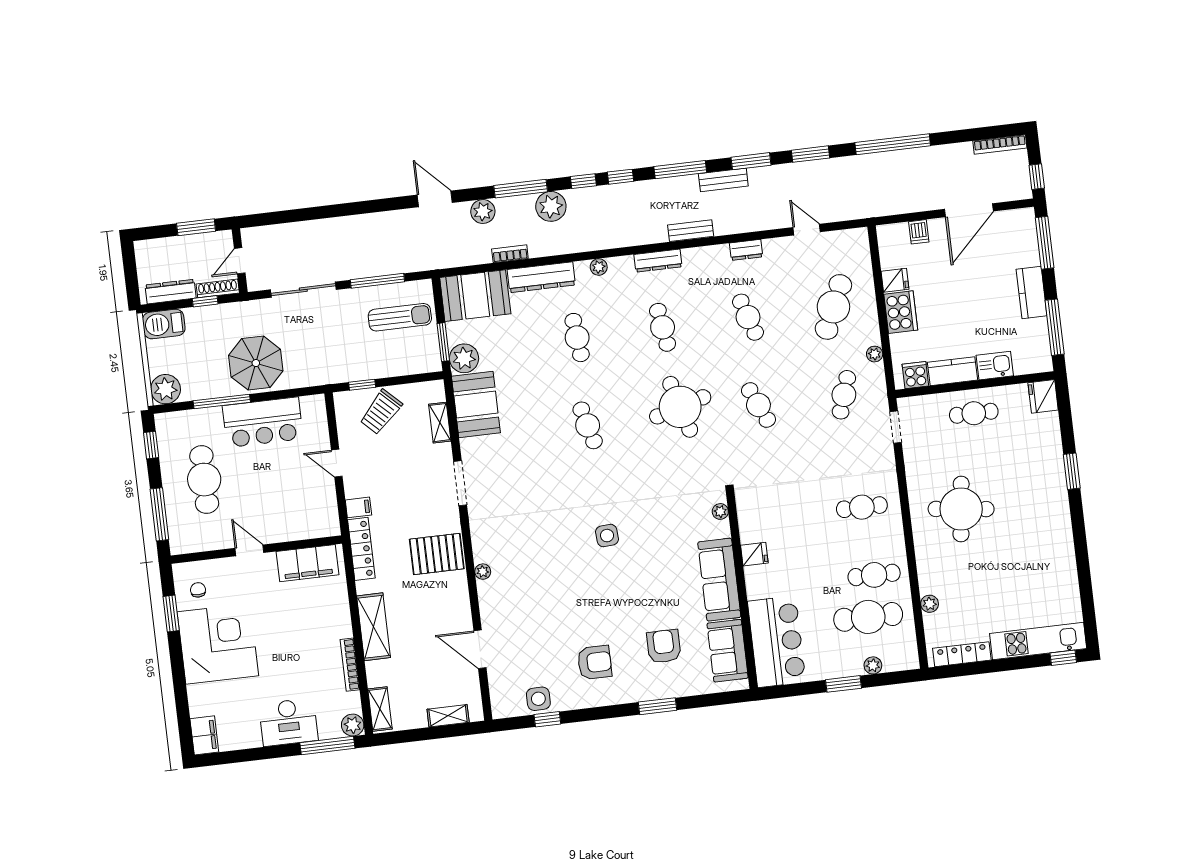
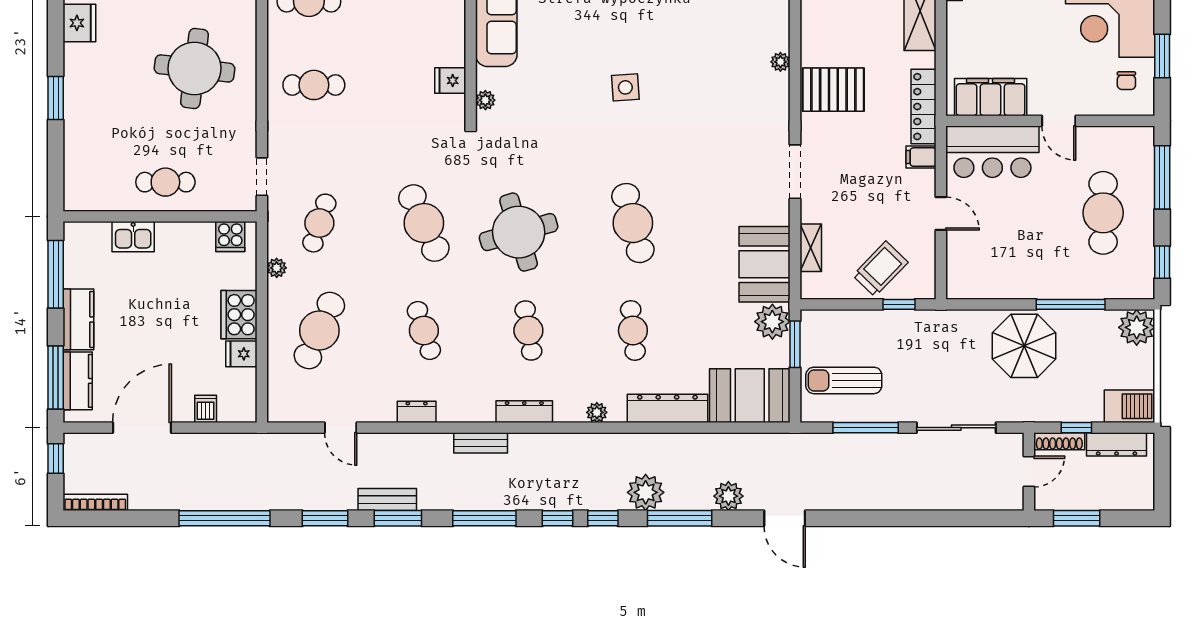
bench: (723, 180) -> (387, 500), moved
bookcase: (510, 254) -> (702, 441), removed
kitchen counter: (952, 371) -> (78, 381), moved, turned -90
fridge: (1043, 396) -> (79, 23), moved
cafe table: (758, 405) -> (424, 223), width x1.37, depth x1.35
bar counter: (263, 422) -> (992, 152), moved, turned 180
cafe table: (588, 425) -> (633, 223), width x1.37, depth x1.35
fridge: (754, 554) -> (450, 81), moved

